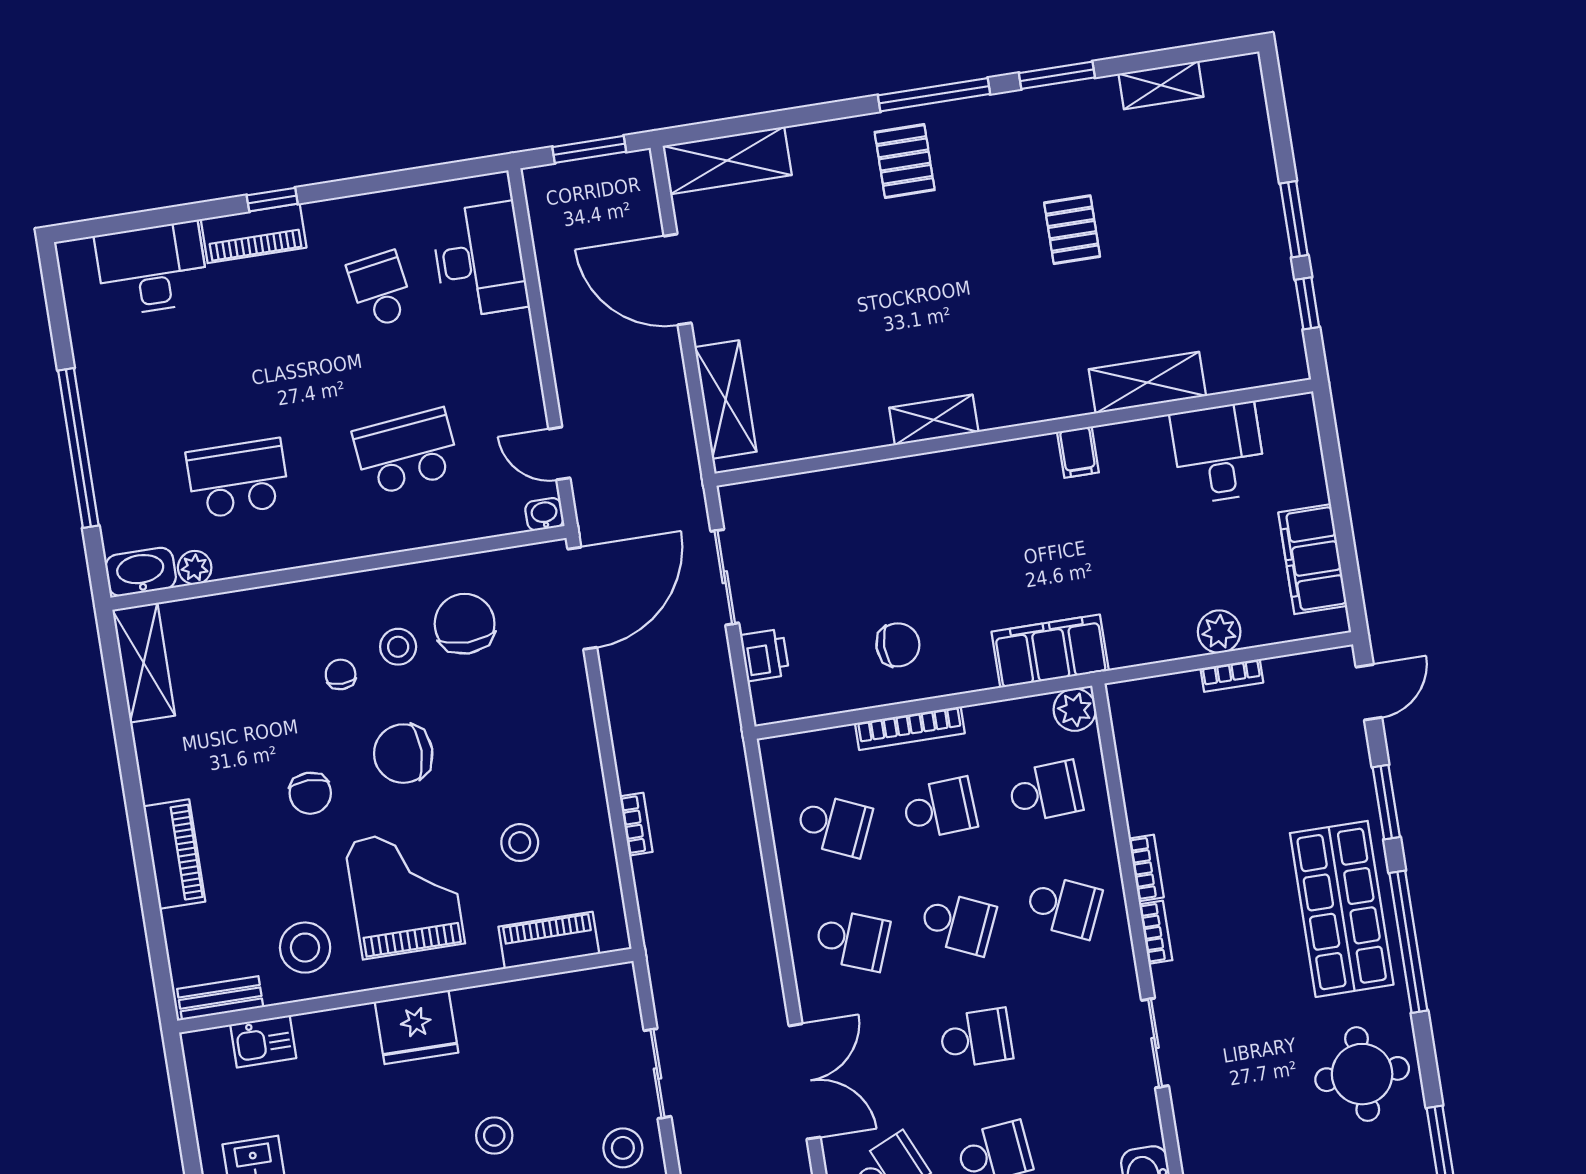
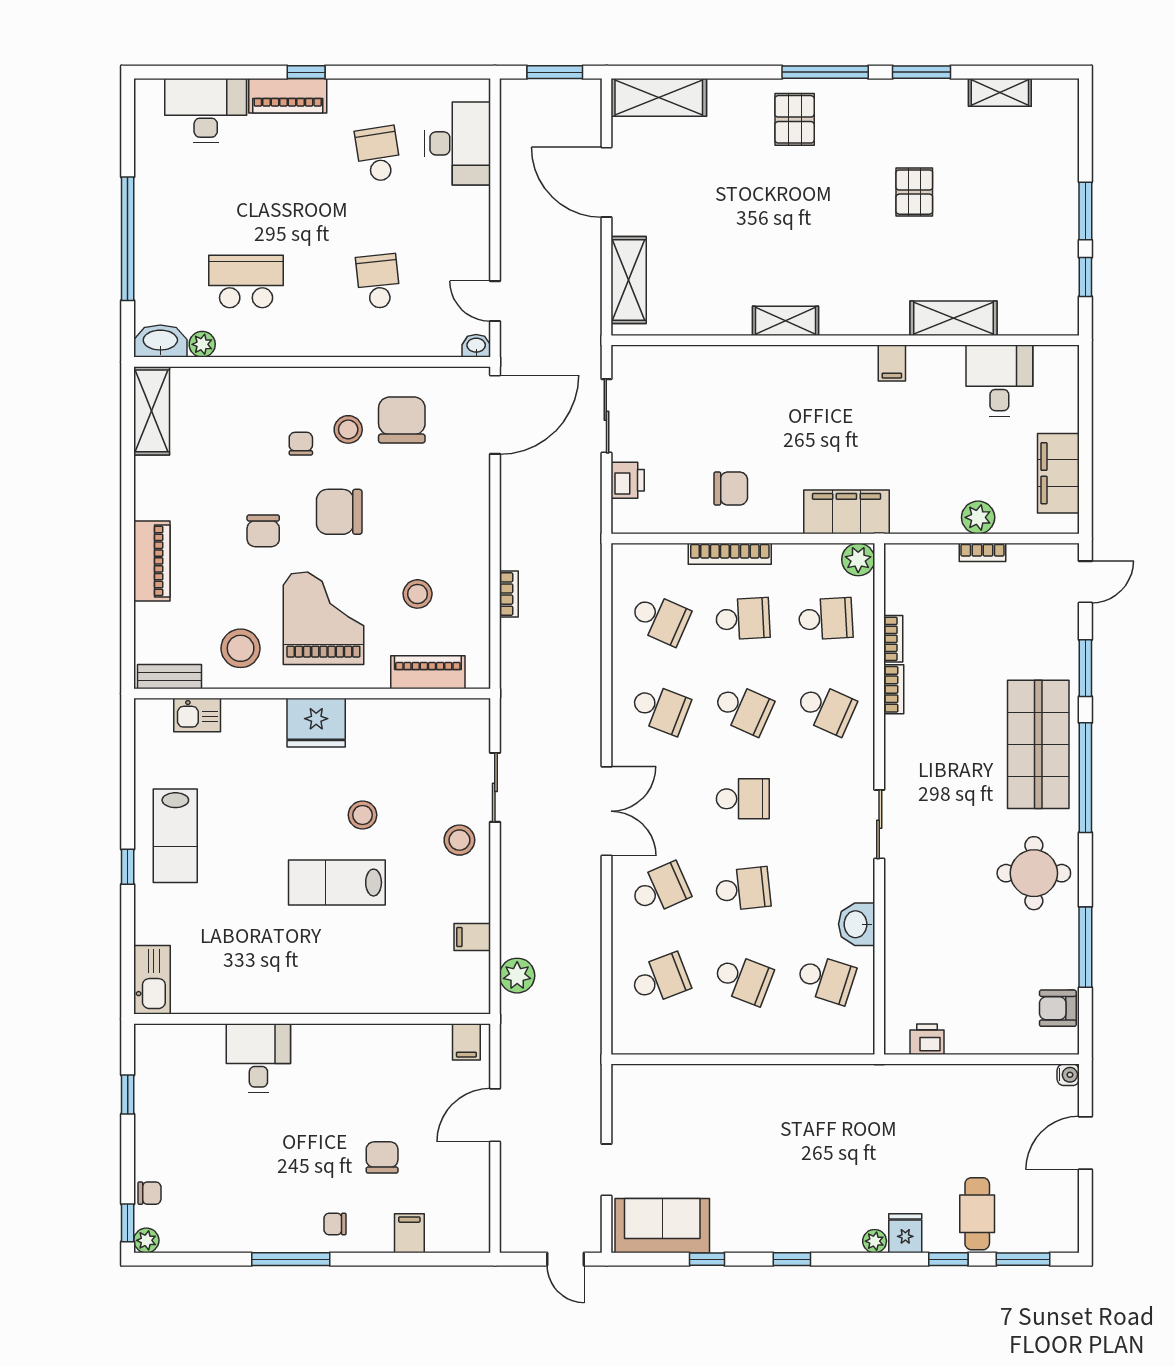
school desk: (406, 452) -> (378, 281), width x0.54
bookcase: (1156, 932) -> (893, 639), moved

